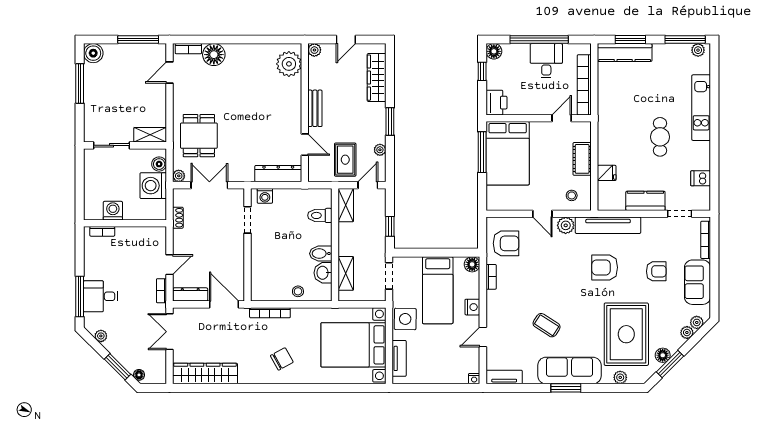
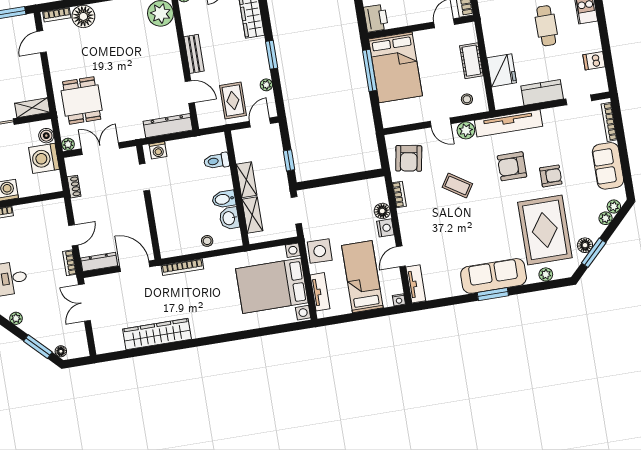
fridge: (607, 173) -> (502, 70), width x1.88, depth x1.34
shelving: (346, 205) -> (246, 180), moved
armchair: (506, 243) -> (409, 158), turned 100
floor lamp: (472, 264) -> (382, 211), moved
armchair: (656, 271) -> (551, 176), moved
bed: (438, 290) -> (362, 277), moved, turned 180
coffee table: (547, 325) -> (457, 185), moved
chair: (282, 359) -> (202, 312), removed
wardrobe: (205, 374) -> (157, 334), moved
tv unit: (504, 377) -> (416, 284), moved, turned 90

